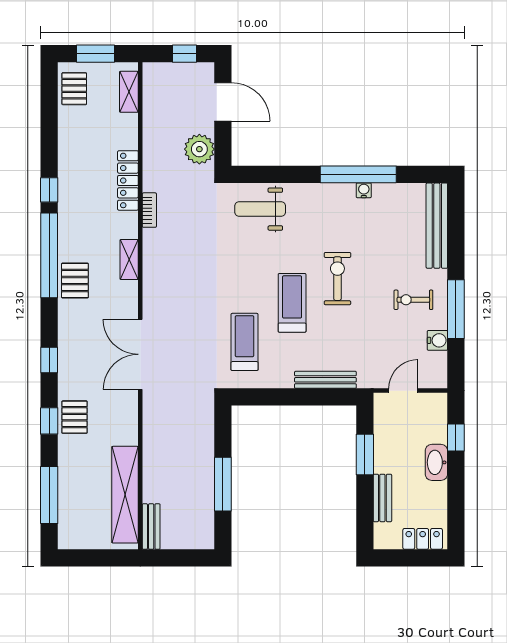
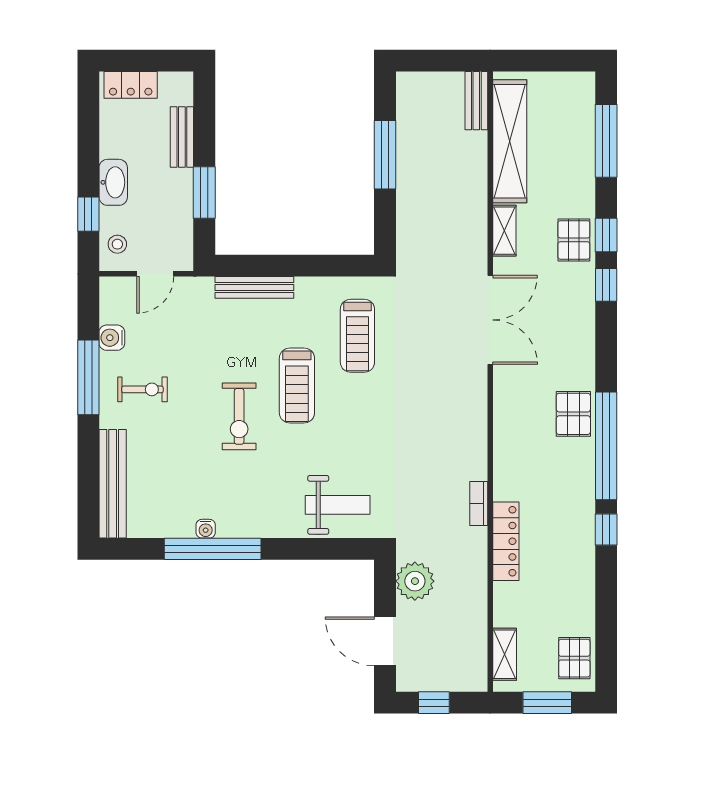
shelving: (129, 259) -> (504, 231), moved
window: (49, 360) -> (606, 285), moved
stool: (433, 414) -> (117, 244), added

